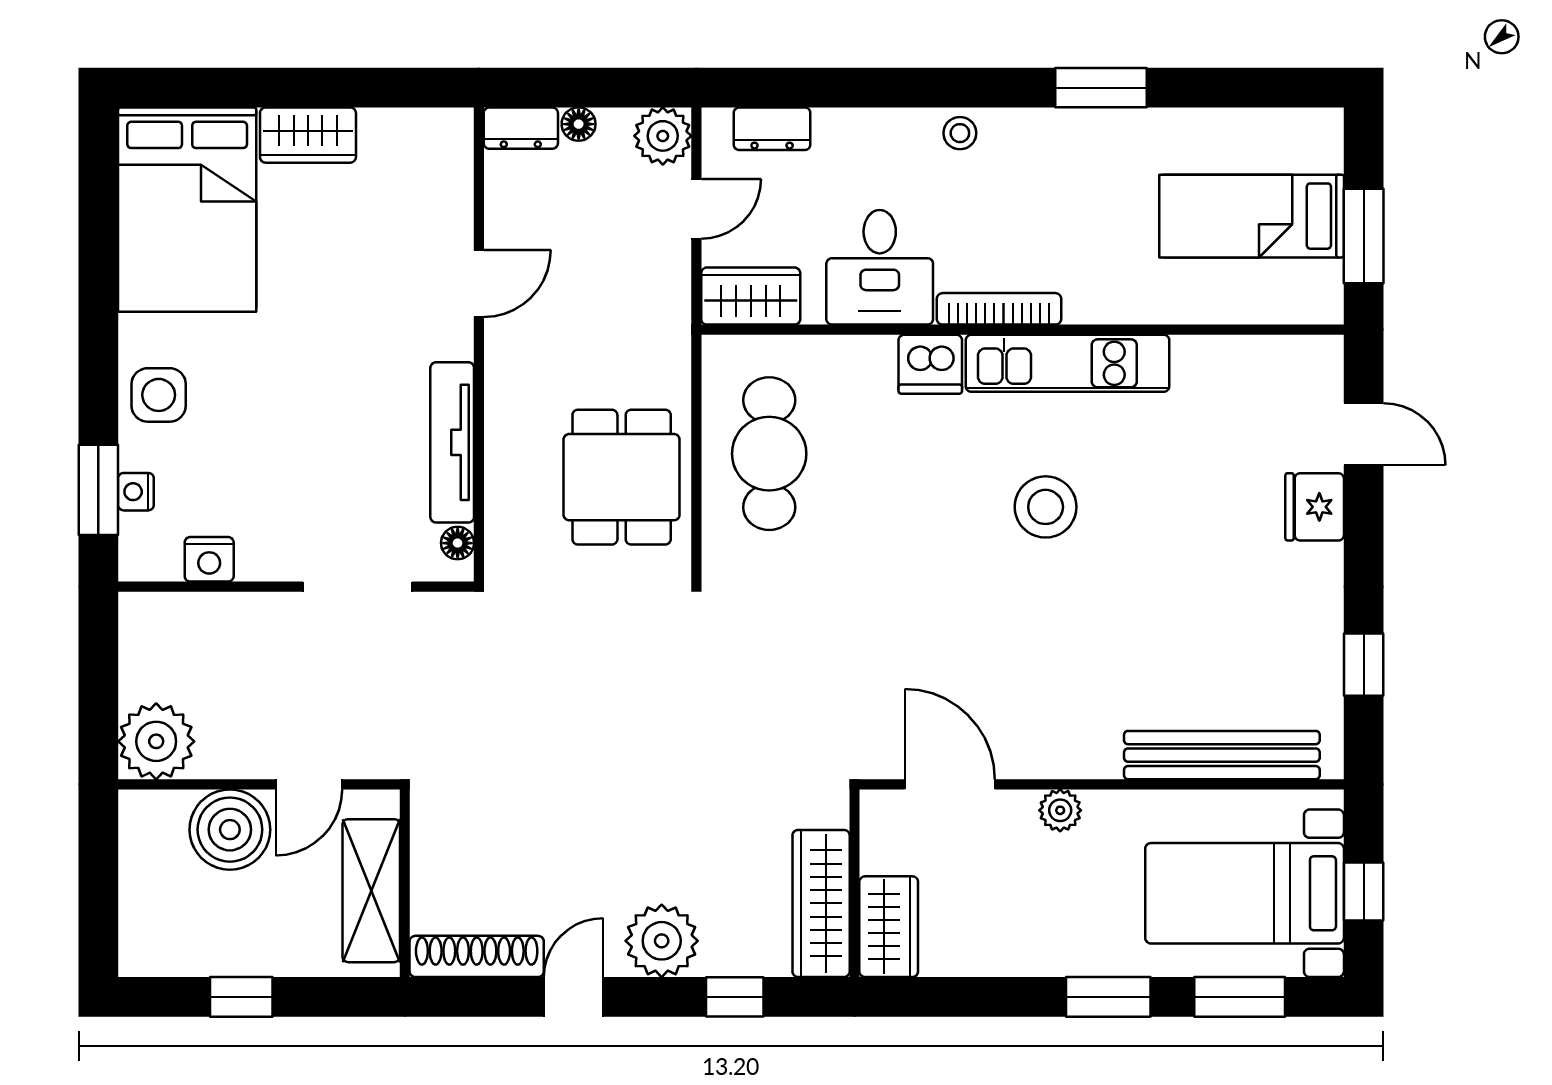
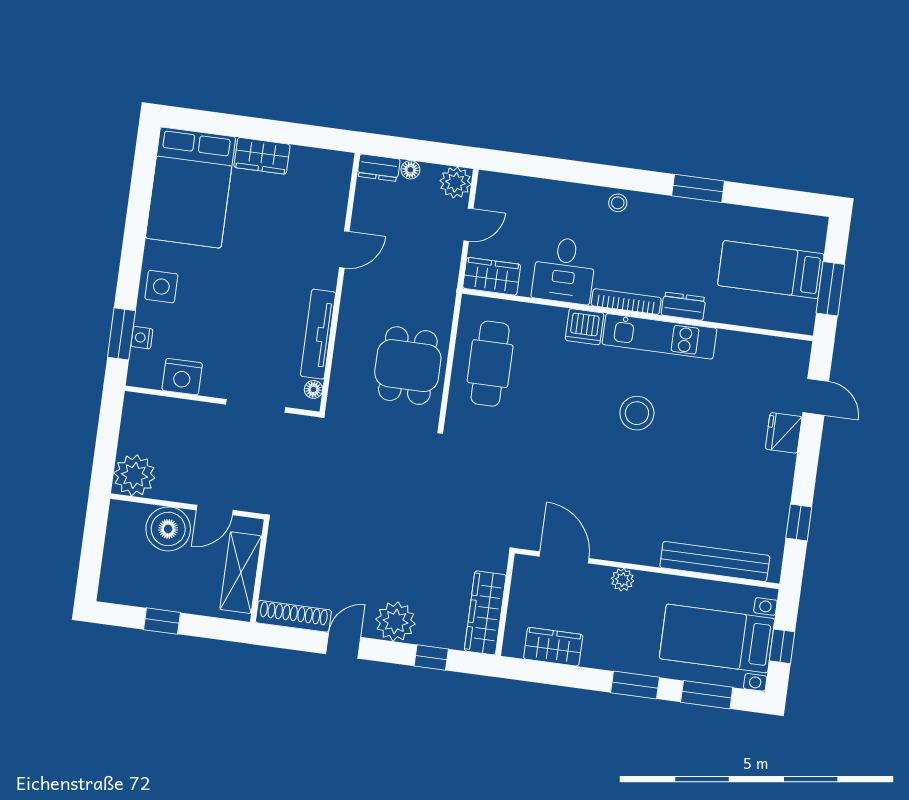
dresser: (772, 129) -> (683, 306), moved, turned 180
nightstand: (209, 559) -> (182, 377), width x1.36, depth x1.33
wardrobe: (889, 927) -> (553, 647), moved, turned -90

